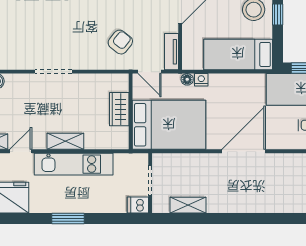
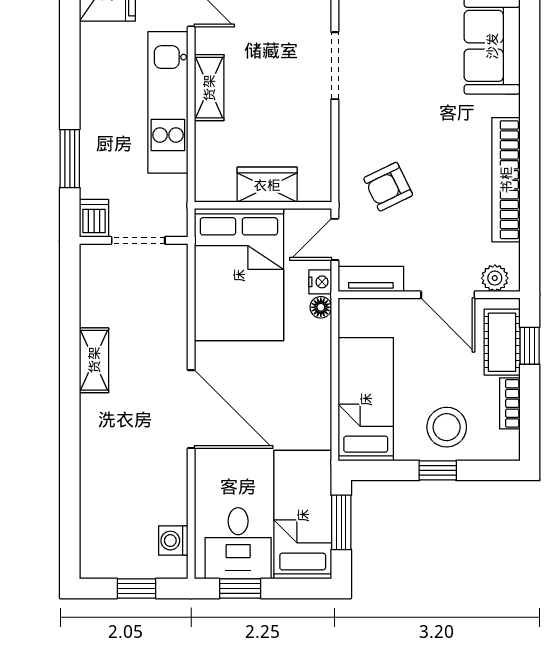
armchair: (120, 42) -> (388, 187), turned 116
nightstand: (201, 80) -> (320, 282), moved
shelving: (188, 205) -> (94, 360), moved
window: (68, 219) -> (70, 159), moved

